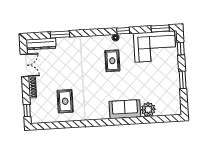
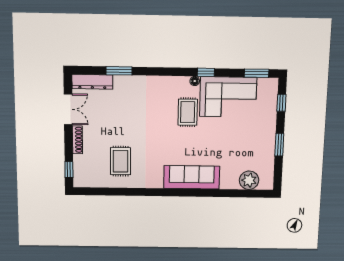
corner sofa: (155, 47) -> (228, 97), moved
sofa: (125, 109) -> (192, 177), width x1.36
plant: (148, 109) -> (249, 180), moved

